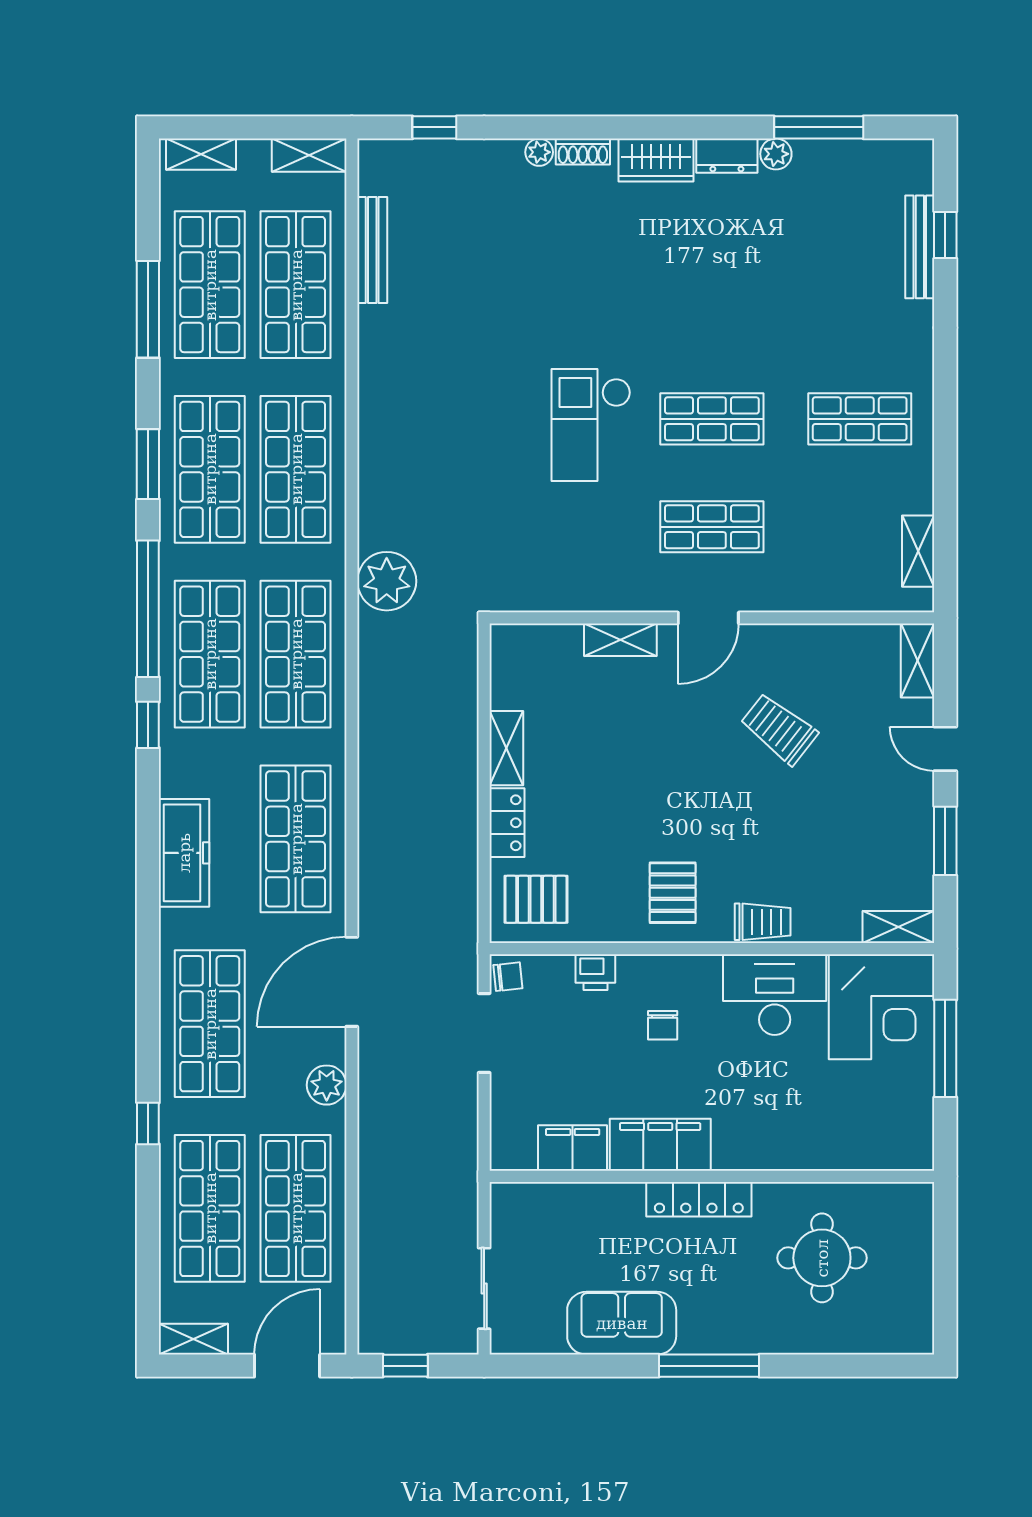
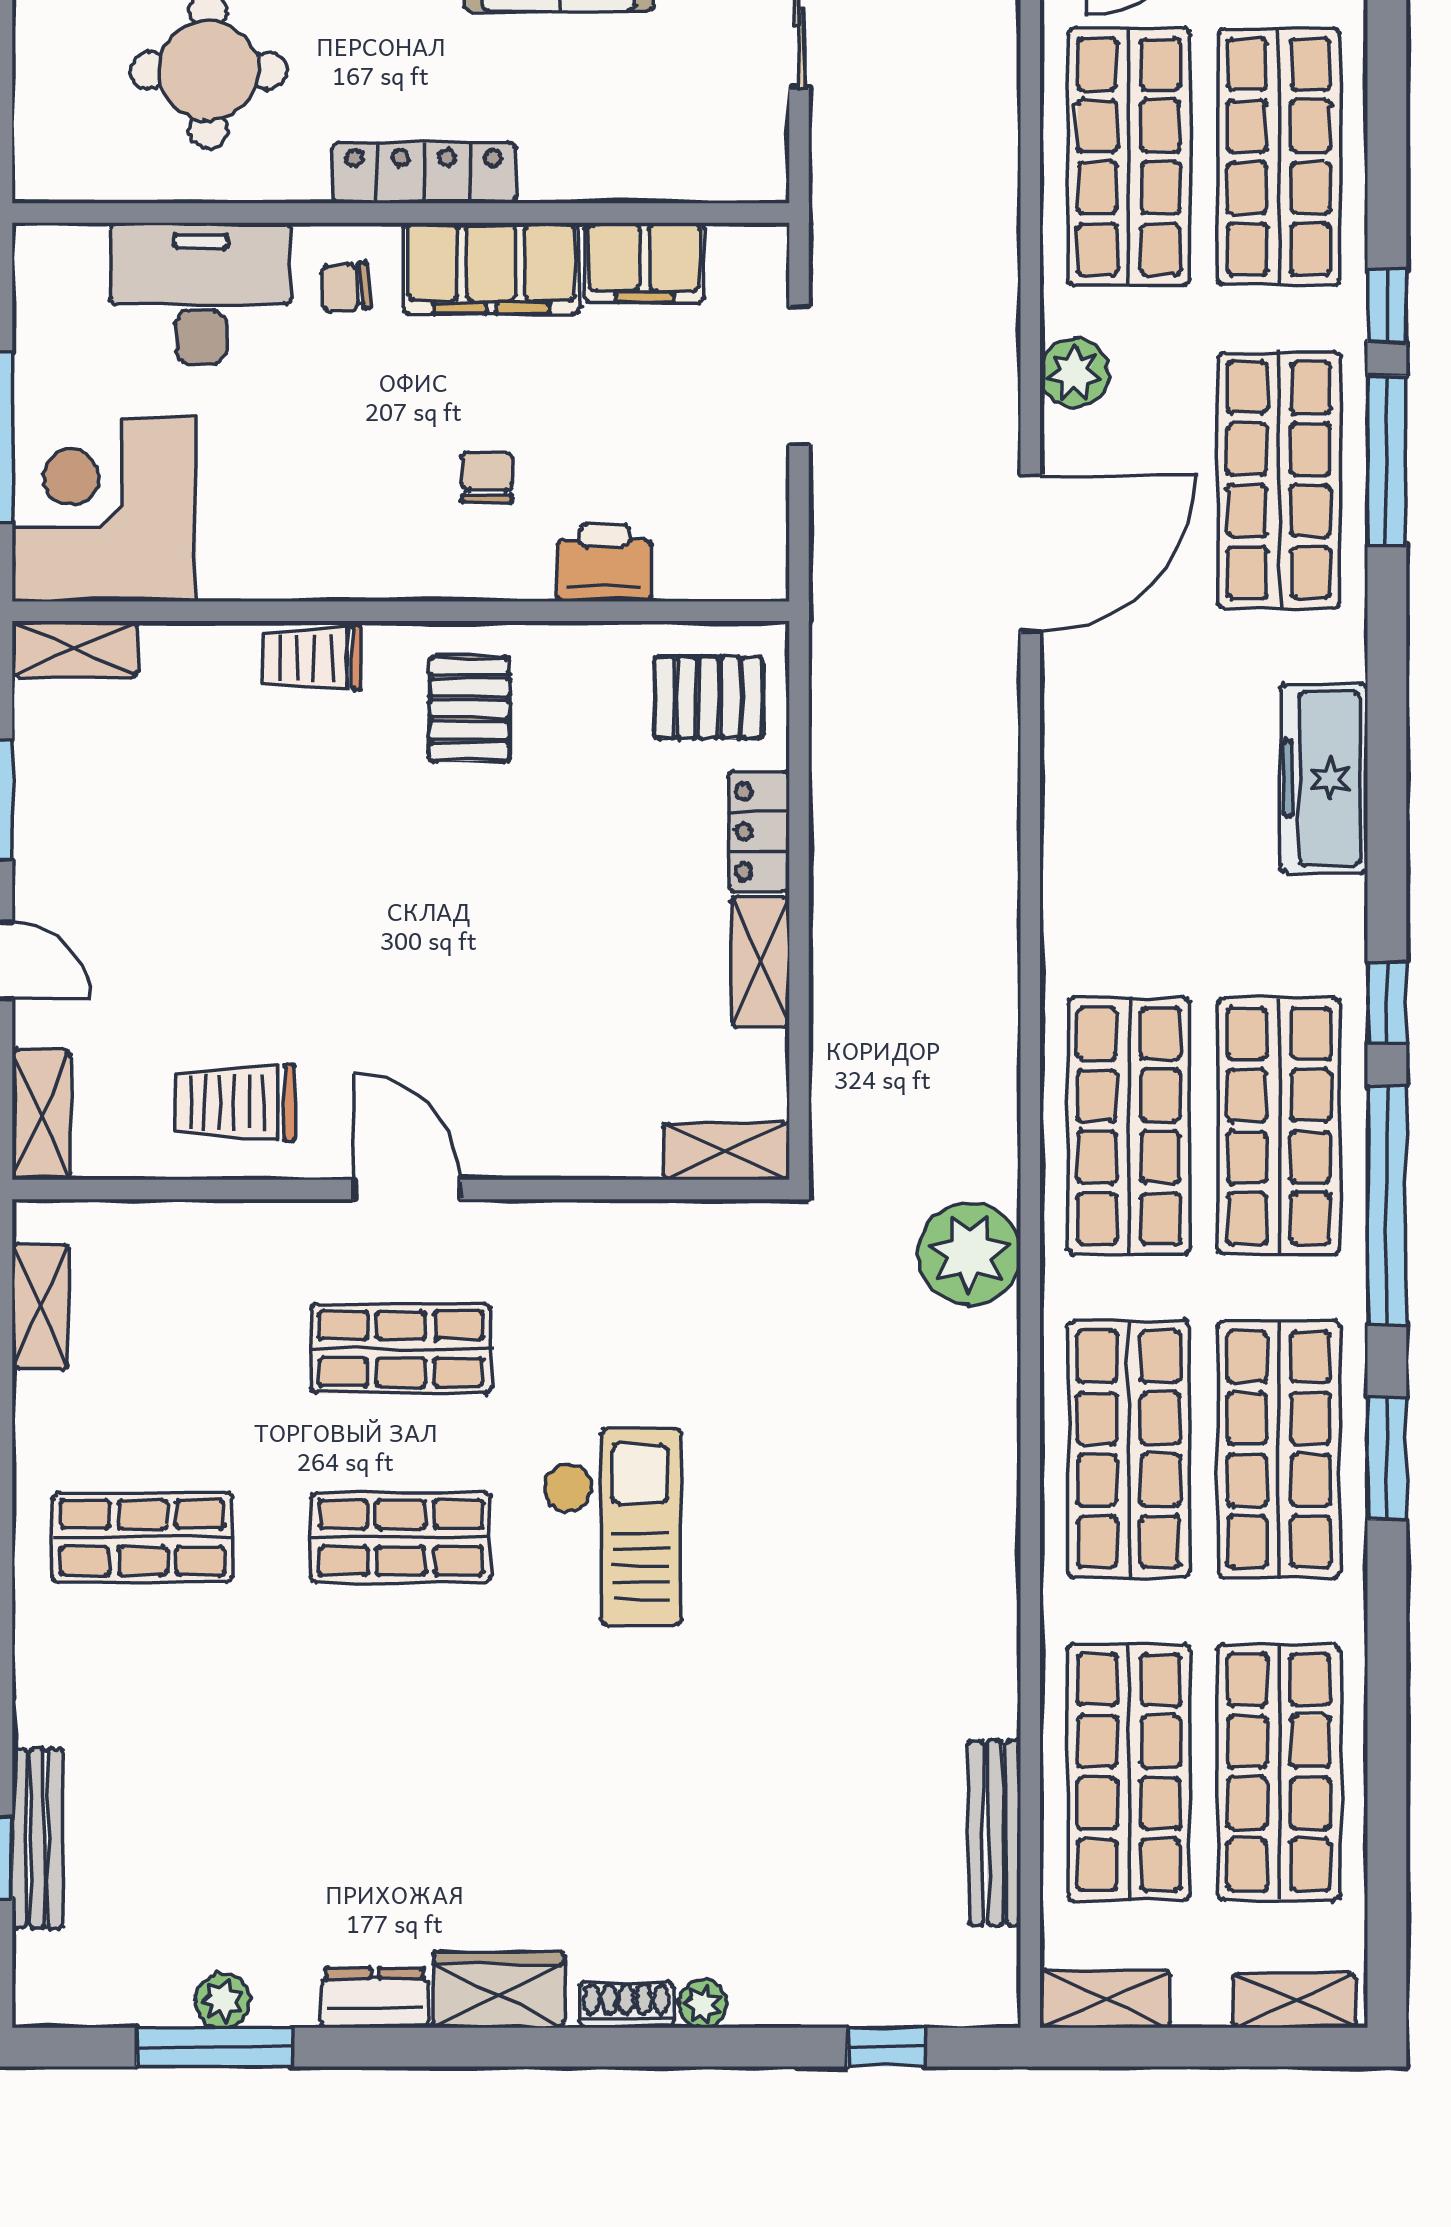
plant: (776, 154) -> (223, 2001), moved
window: (148, 309) -> (1387, 460), moved
door: (708, 618) -> (407, 1189), hinge flipped
shelving: (620, 640) -> (726, 1151), moved
trolley: (779, 729) -> (235, 1103), moved, turned 142
shop shelf: (296, 839) -> (1129, 803), removed
printer: (595, 972) -> (604, 563), width x1.36, depth x1.24
chair: (508, 977) -> (346, 287), moved
desk: (775, 995) -> (201, 293), moved, turned 180
doorway: (484, 1033) -> (799, 376), moved

